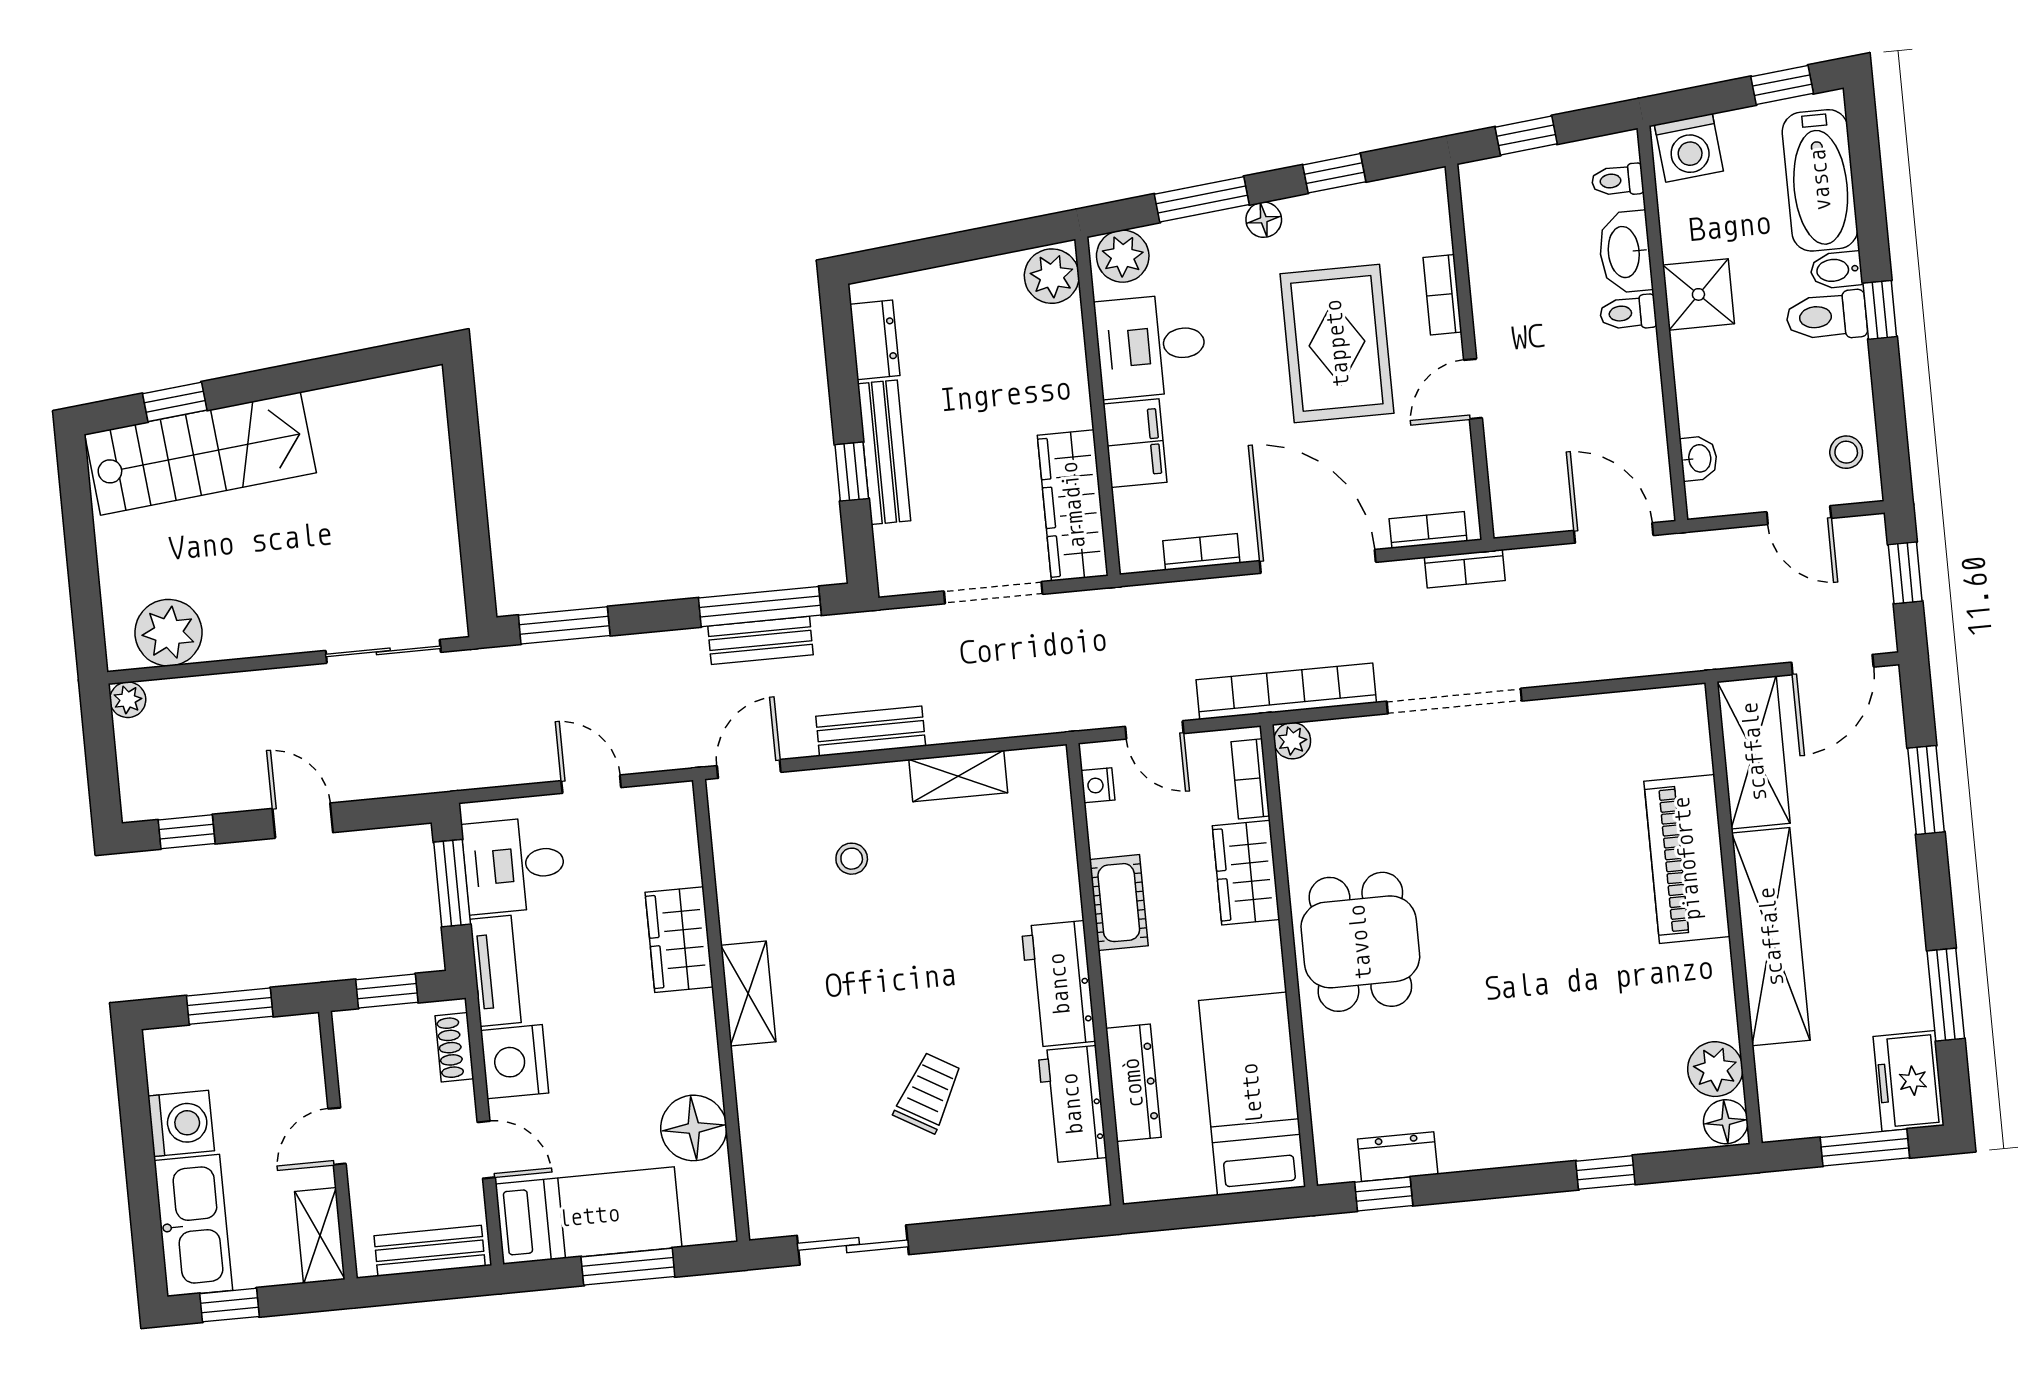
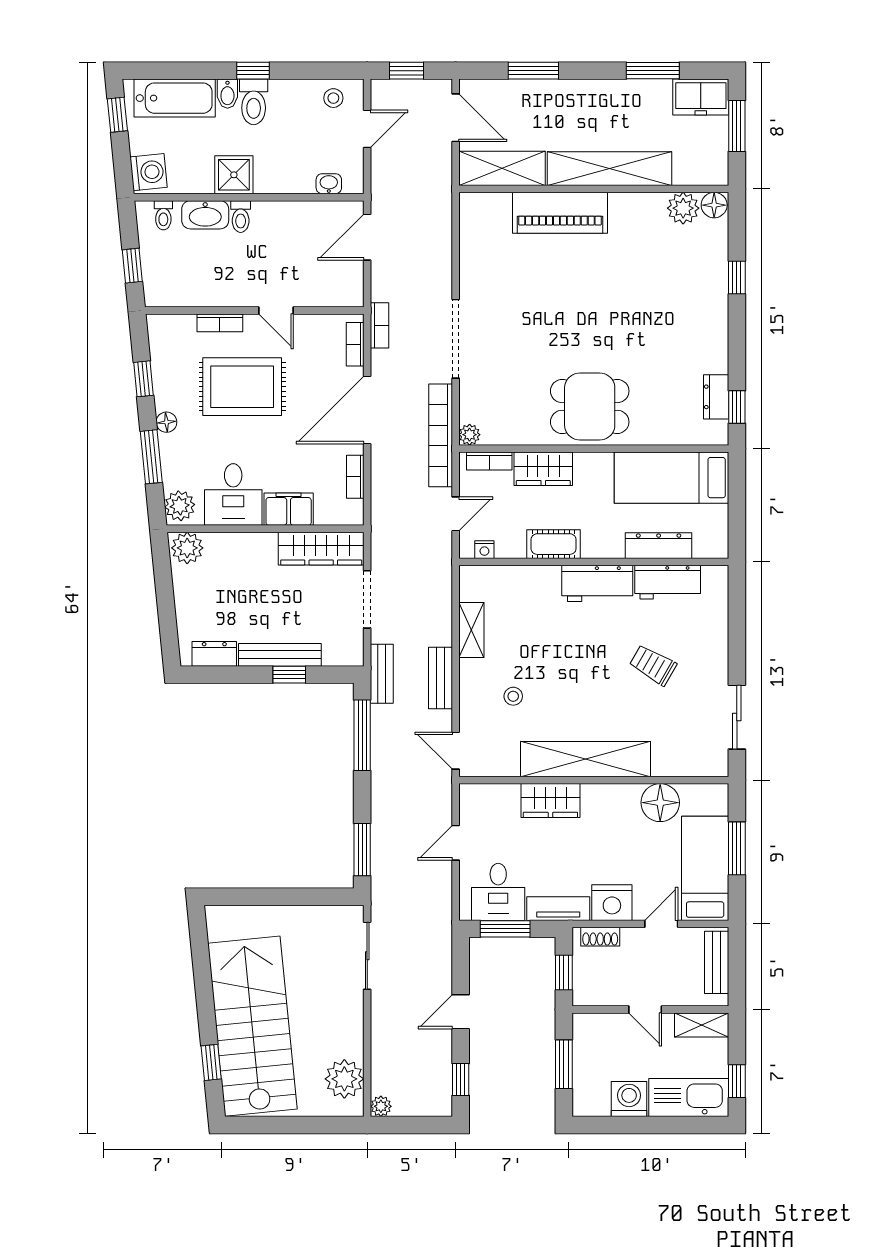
stairs: (200, 454) -> (252, 1026), width x1.36, depth x1.51
bench: (760, 640) -> (382, 674), moved
shelving: (748, 993) -> (585, 759), width x2.20, depth x1.33

